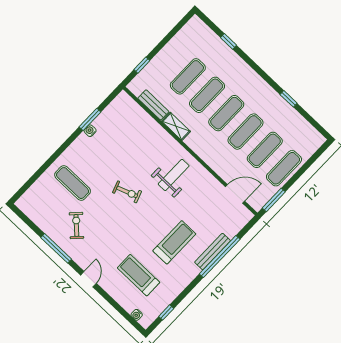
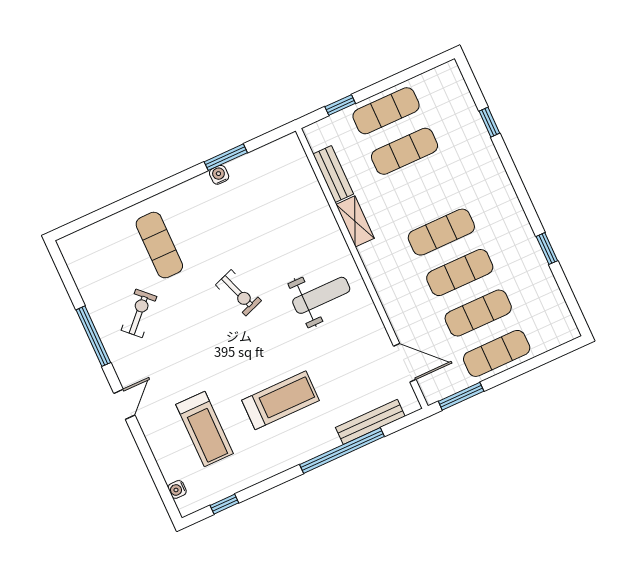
exercise mat: (207, 95) -> (386, 111), moved
bench: (213, 252) -> (370, 422), moved
treadmill: (139, 275) -> (205, 429), turned 180

